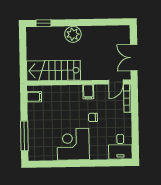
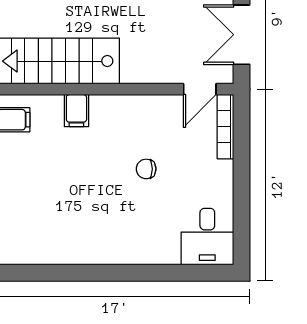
filing cabinet: (88, 92) -> (76, 111), moved
corner desk: (73, 144) -> (100, 229), removed

